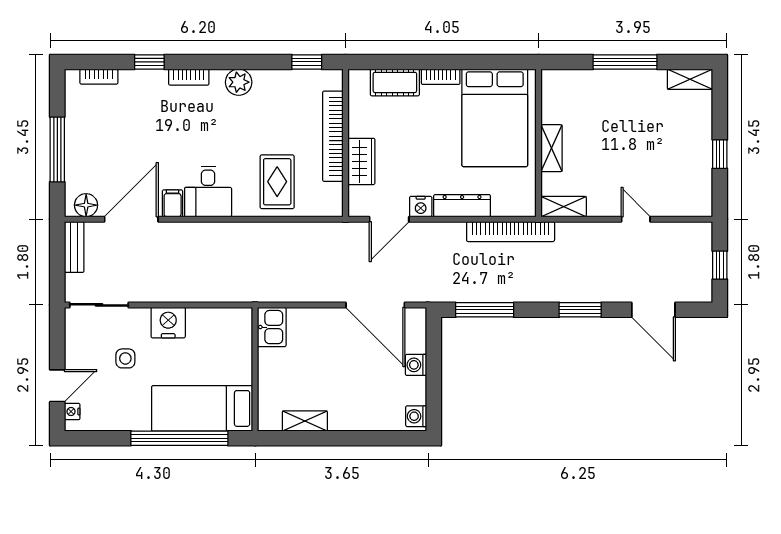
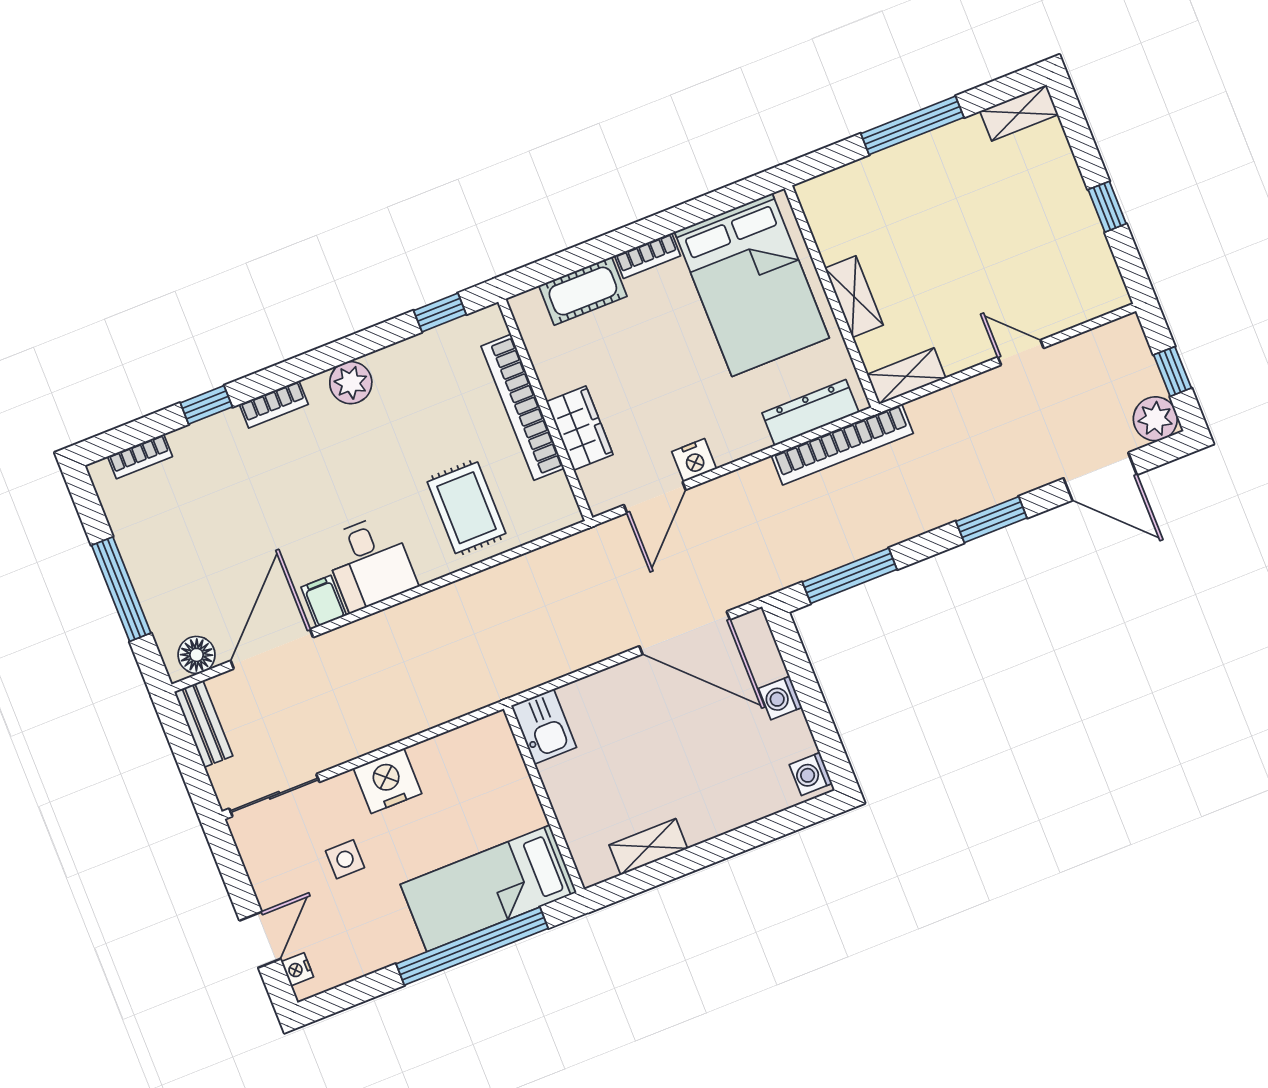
dresser: (462, 206) -> (810, 413), moved
plant: (699, 289) -> (1155, 419), added

